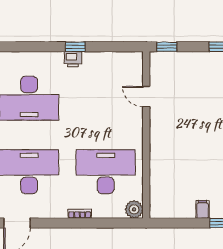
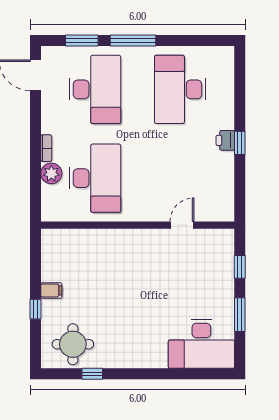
window: (167, 47) -> (240, 267), moved
plant: (134, 209) -> (51, 173), moved

